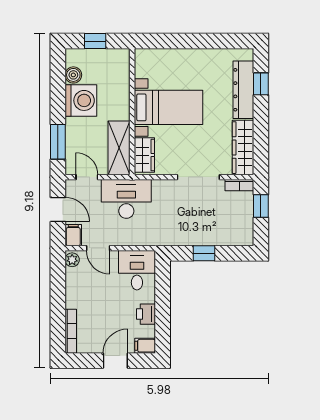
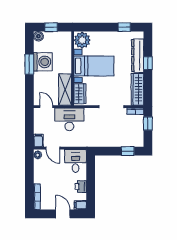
window: (220, 41) -> (124, 27), added
plant: (148, 63) -> (82, 40), added
boiler: (73, 75) -> (38, 36), moved
window: (261, 84) -> (148, 63), moved
window: (58, 142) -> (29, 64), moved
door: (58, 209) -> (29, 126), removed
window: (204, 253) -> (128, 151), moved
door: (115, 361) -> (63, 214), hinge flipped

